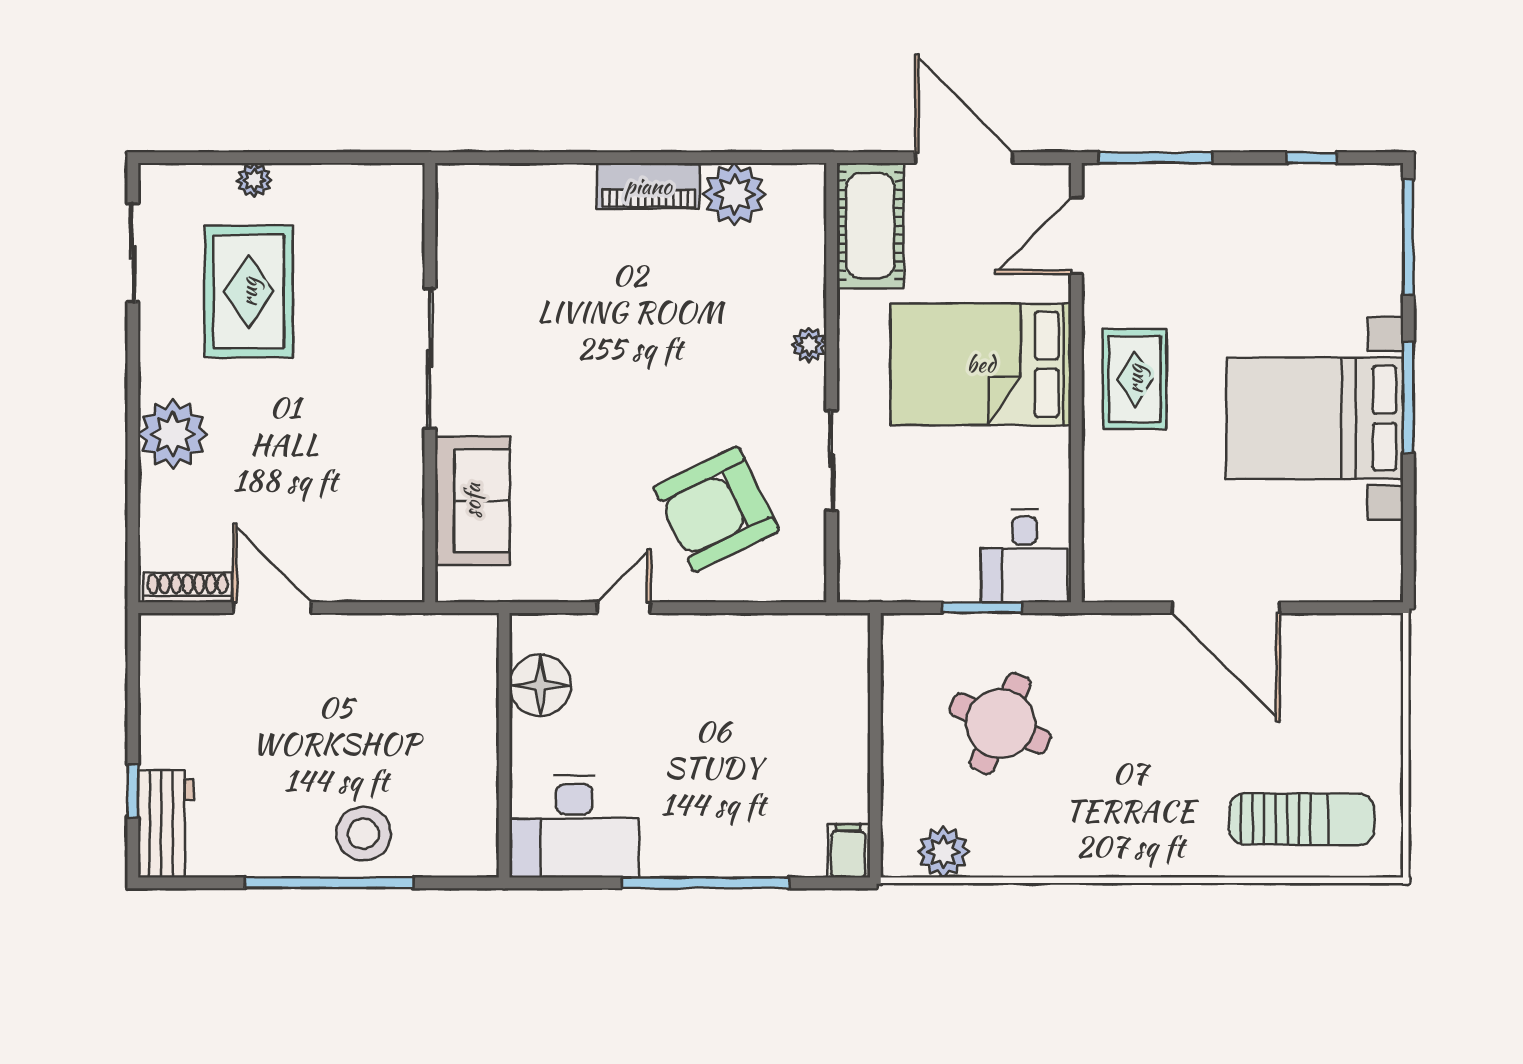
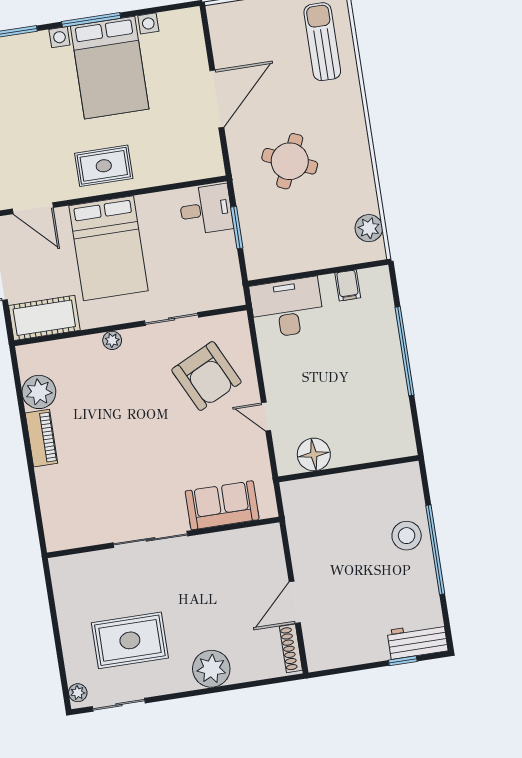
plant: (254, 180) -> (78, 693), moved
round table: (1000, 723) -> (290, 161), moved
desk: (574, 827) -> (287, 308), moved, turned -90
filing cabinet: (848, 851) -> (348, 285), moved, turned -90

